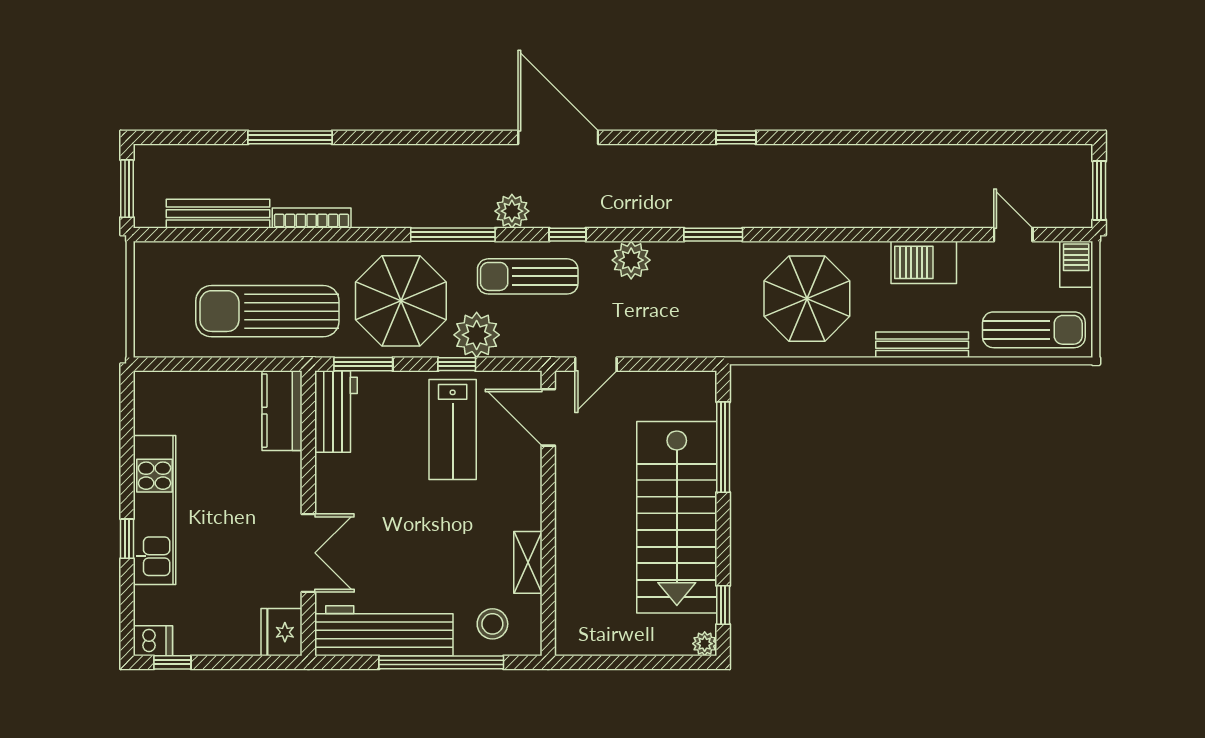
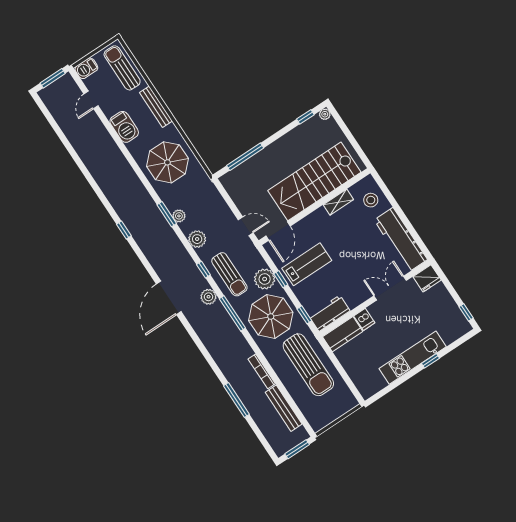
plant: (695, 255) -> (179, 216), added
window: (363, 364) -> (304, 315), width x0.67
stairs: (677, 517) -> (314, 181), moved, turned 180
dishwasher: (153, 641) -> (364, 319), moved, turned 180
window: (441, 662) -> (398, 210), removed

